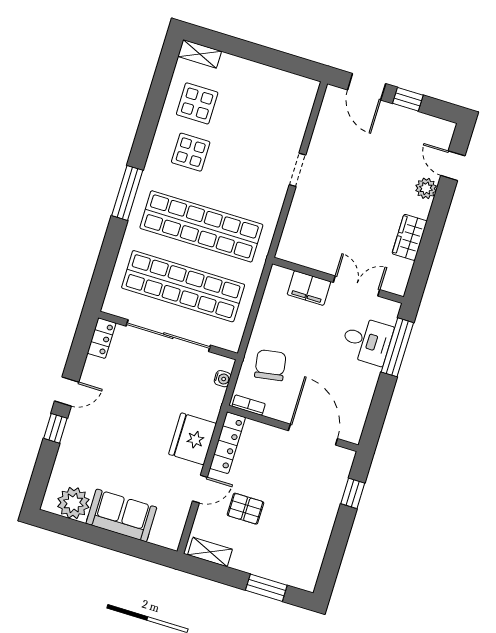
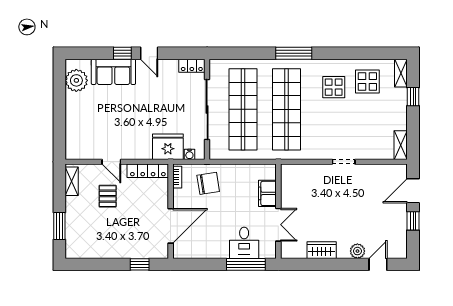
window: (237, 47) -> (413, 97), added
shelving: (298, 84) -> (401, 145), added
fridge: (193, 439) -> (168, 147), moved
sofa: (121, 515) -> (113, 72), moved, turned 90

